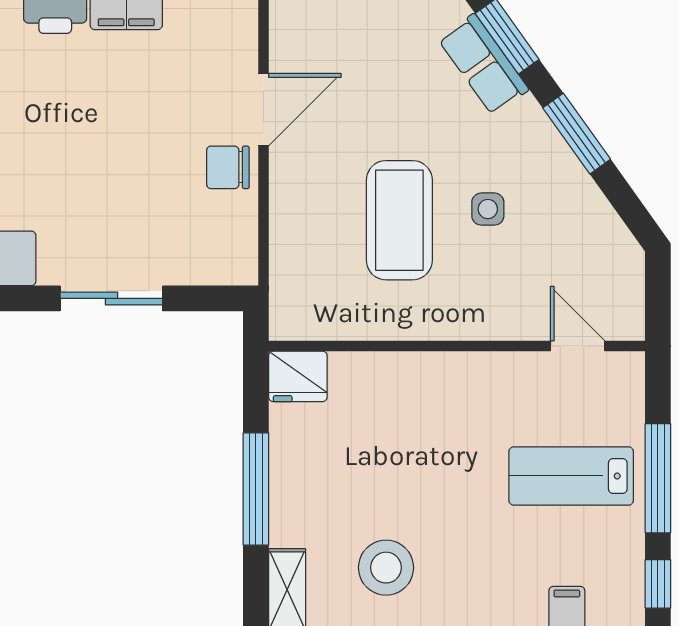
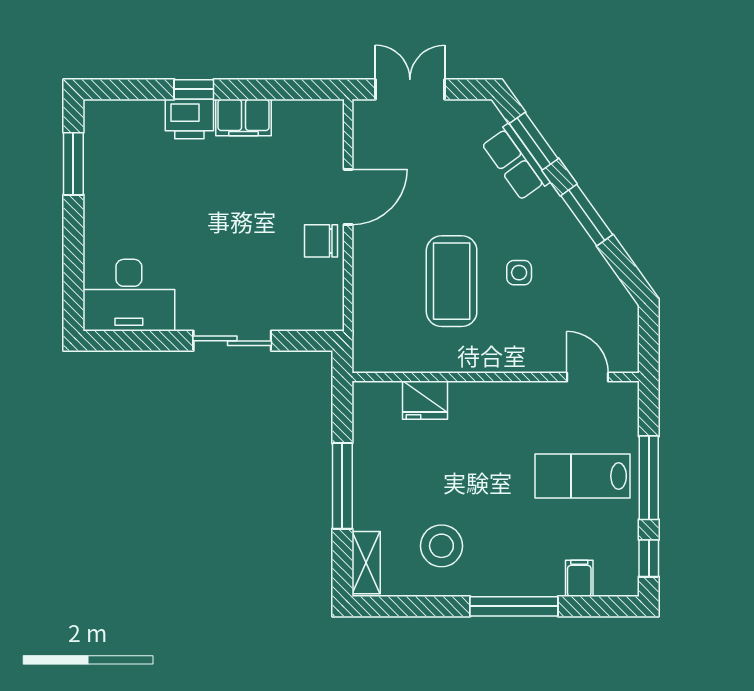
fridge: (298, 376) -> (425, 400), moved

